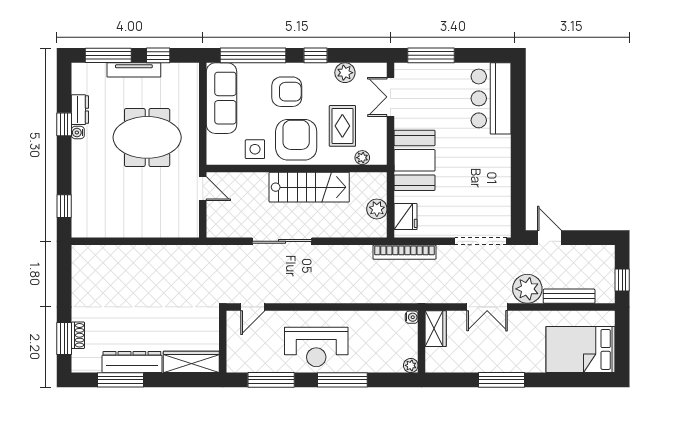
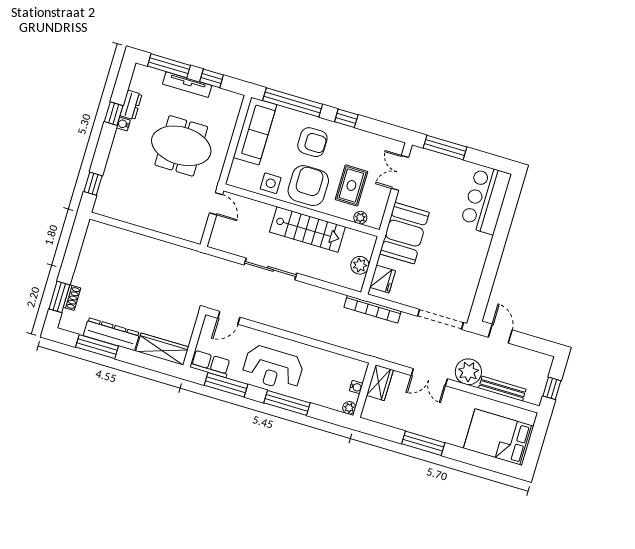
plant: (345, 73) -> (367, 141), removed
water cooler: (412, 317) -> (356, 387), moved
row of seats: (248, 363) -> (210, 364), added

